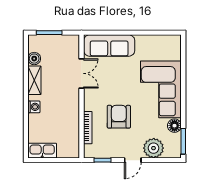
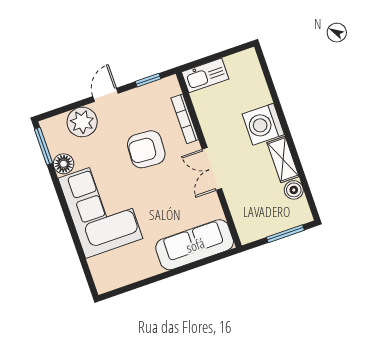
double door: (82, 73) -> (212, 169), moved
washing machine: (34, 107) -> (263, 124), width x1.89, depth x1.89
armchair: (119, 117) -> (146, 149), turned 94
kitchen sink: (42, 151) -> (205, 75), moved

